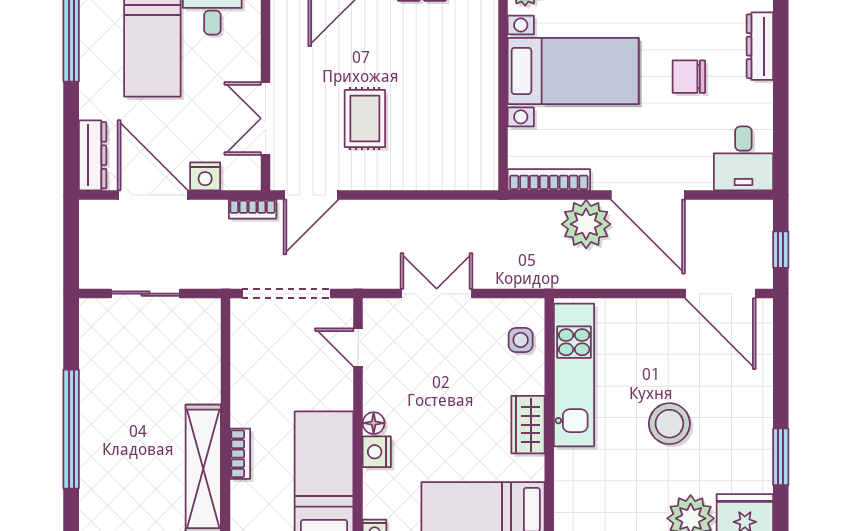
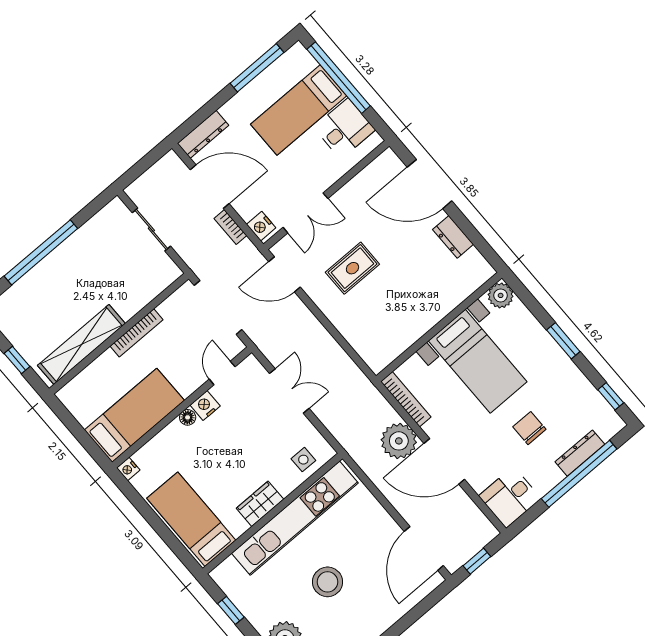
window: (781, 65) -> (579, 474), added
double door: (266, 118) -> (305, 213), swing flipped
nightstand: (205, 176) -> (261, 226), moved
door: (153, 195) -> (210, 187), hinge flipped
door: (648, 195) -> (444, 461), hinge flipped
bookcase: (253, 209) -> (230, 227), moved
kitchen unit: (574, 375) -> (295, 518), width x1.36
nightstand: (377, 452) -> (205, 406), moved
bookcase: (240, 454) -> (136, 333), moved, width x1.56

